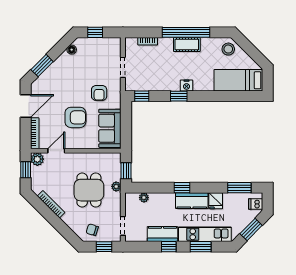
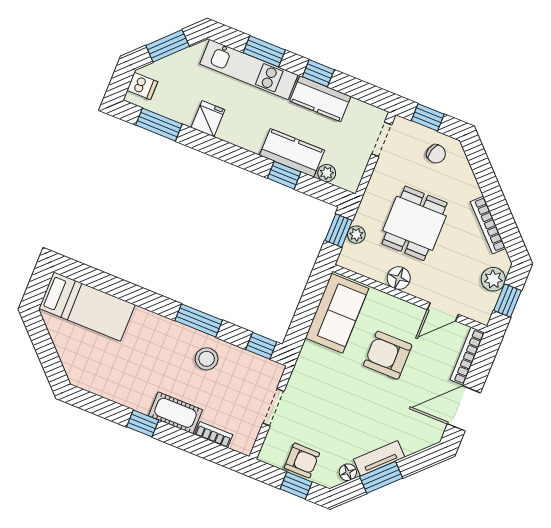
window: (186, 32) -> (143, 423), width x0.32
cot: (187, 44) -> (176, 413), moved
stool: (228, 49) -> (207, 359), moved
tv unit: (59, 63) -> (379, 458), added
window: (42, 66) -> (381, 477), moved
nightstand: (187, 86) -> (178, 333), removed
armchair: (99, 93) -> (302, 460), moved, turned 90
window: (179, 96) -> (199, 320), width x1.50
plant: (37, 159) -> (493, 279), moved
floor lamp: (86, 159) -> (399, 278), added
plant: (116, 186) -> (356, 235), moved
window: (182, 188) -> (284, 175), moved
kitchen counter: (192, 201) -> (292, 153), moved

